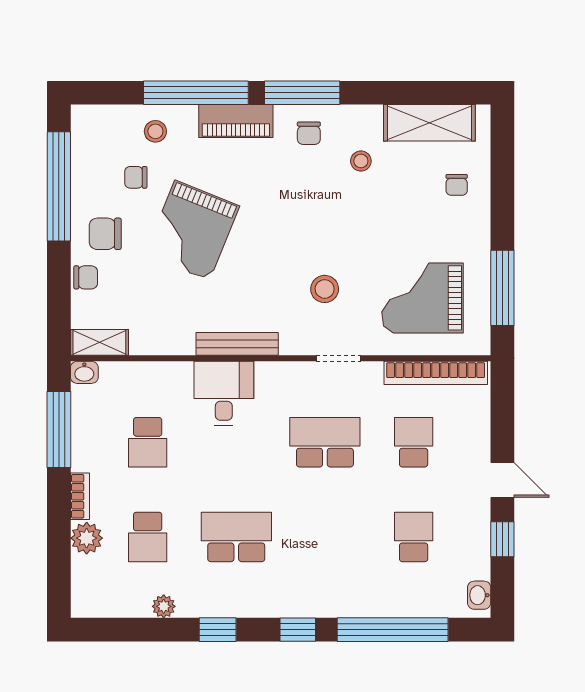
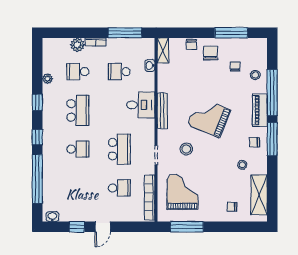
window: (59, 186) -> (231, 33), width x0.68
grand piano: (192, 230) -> (209, 117), moved
washbasin: (84, 372) -> (150, 65), moved
school desk: (414, 537) -> (78, 149), moved

